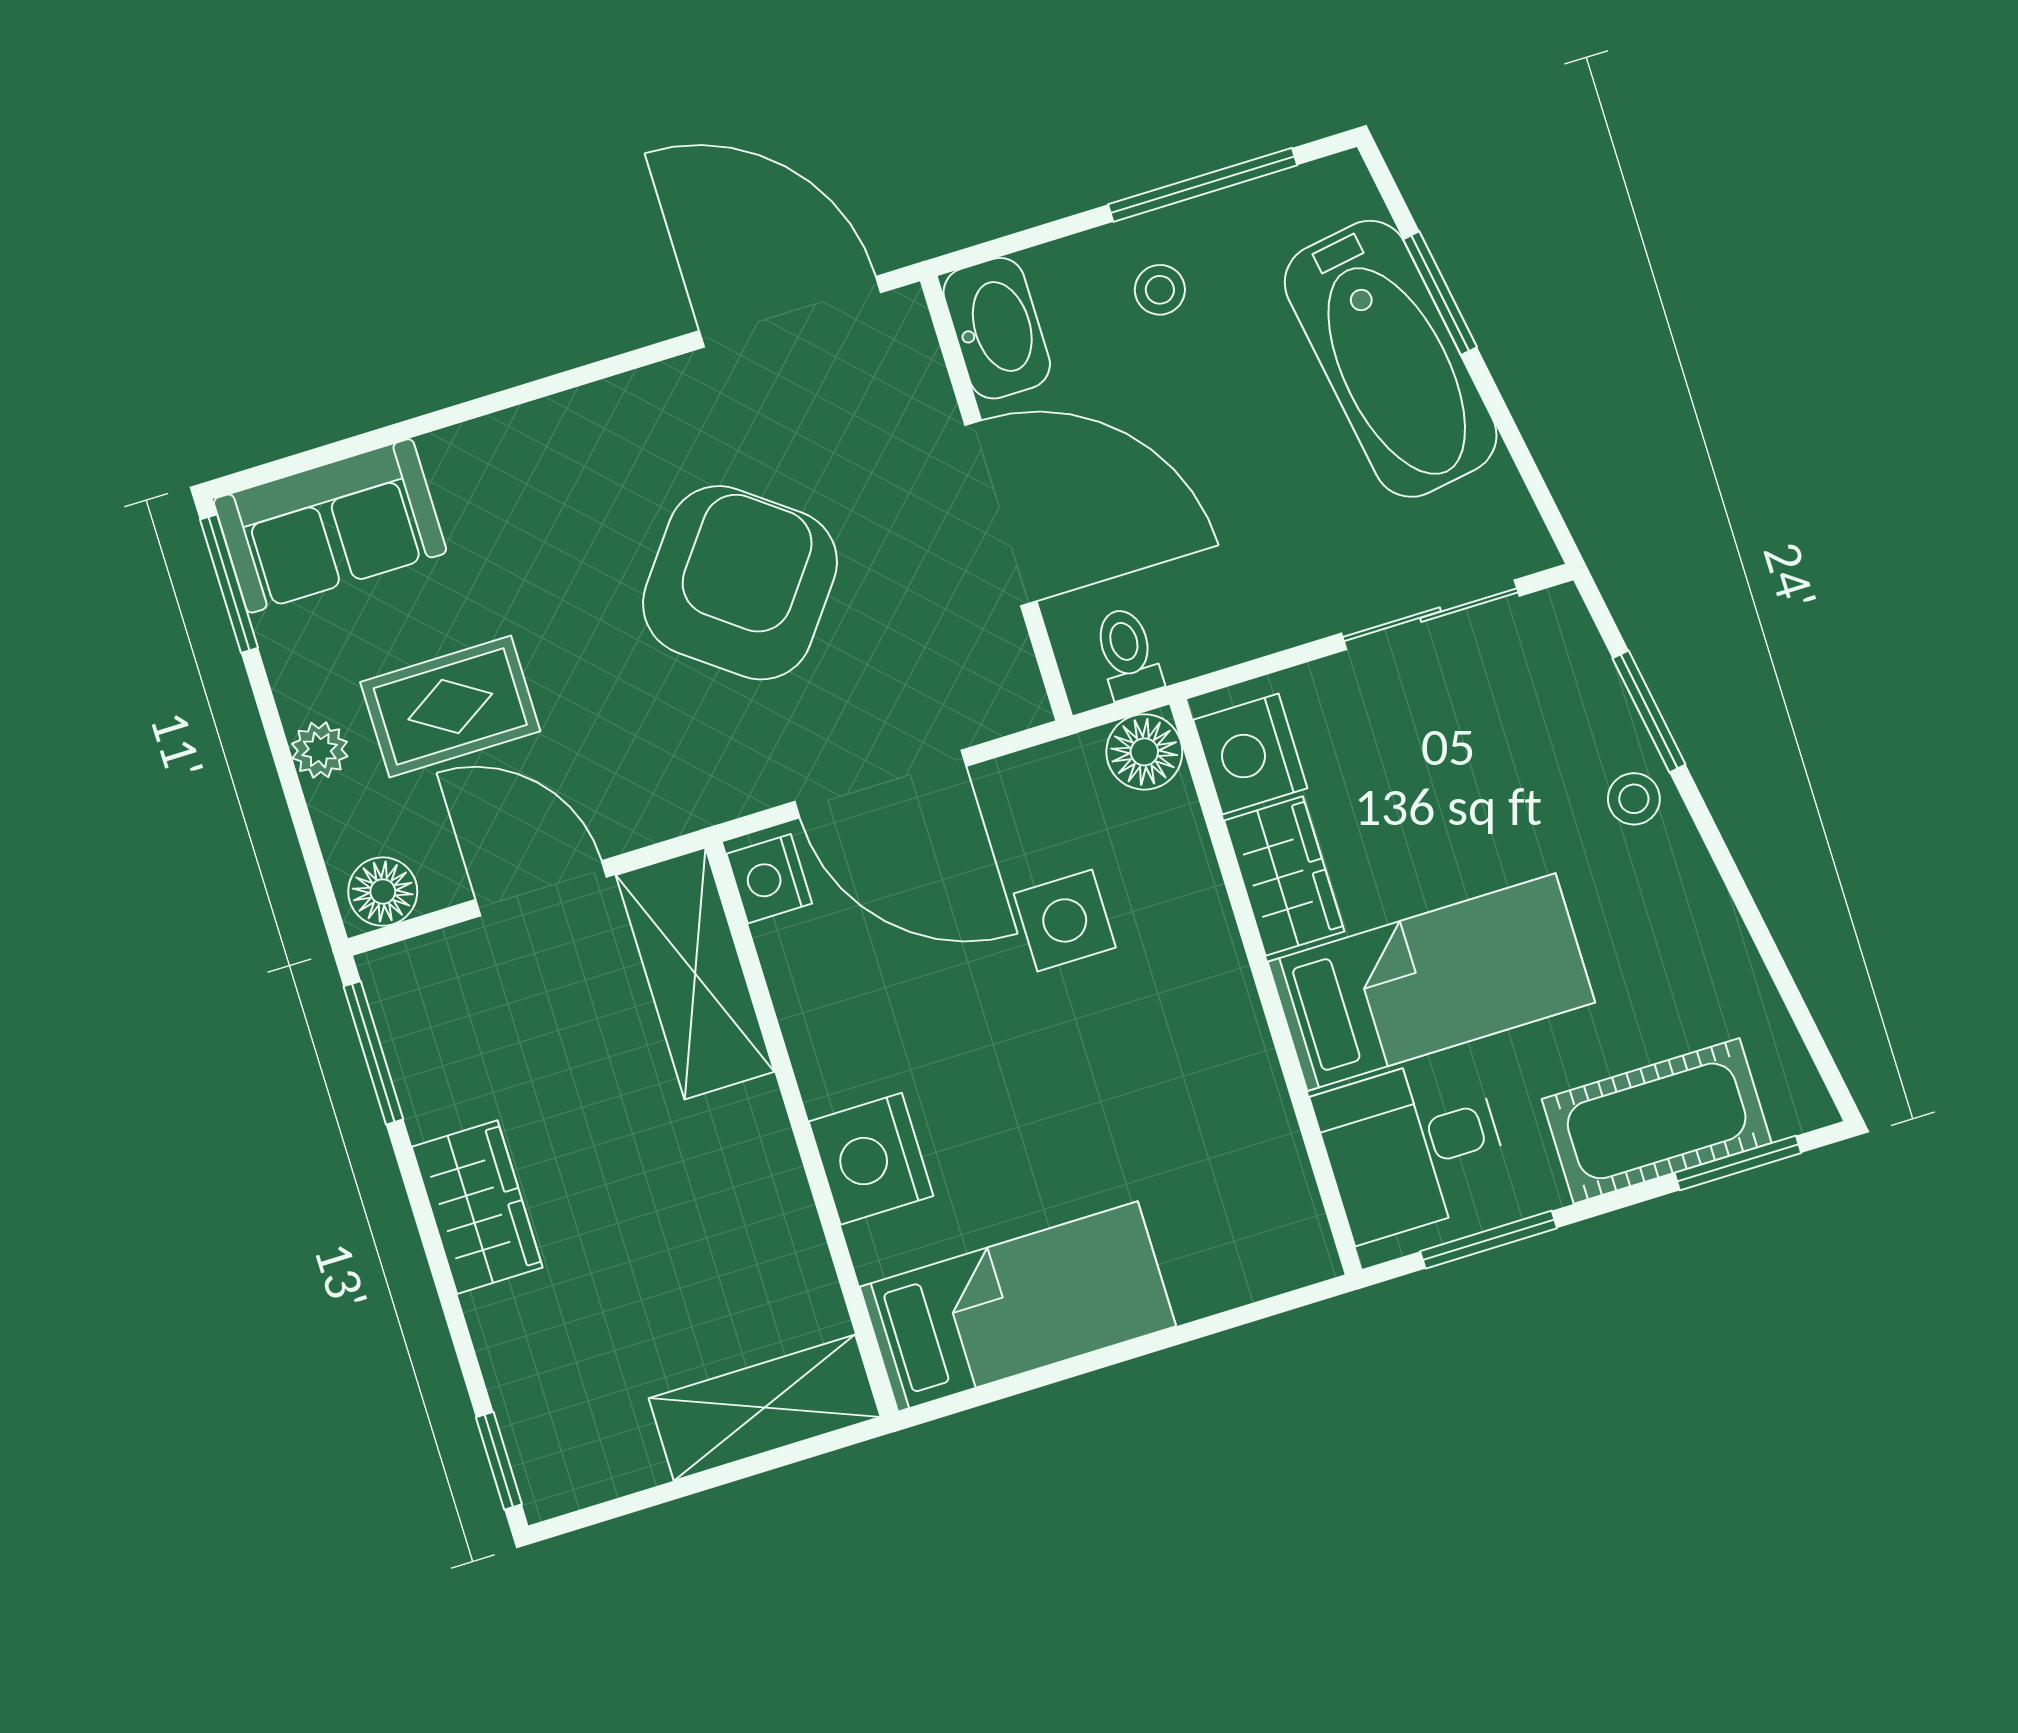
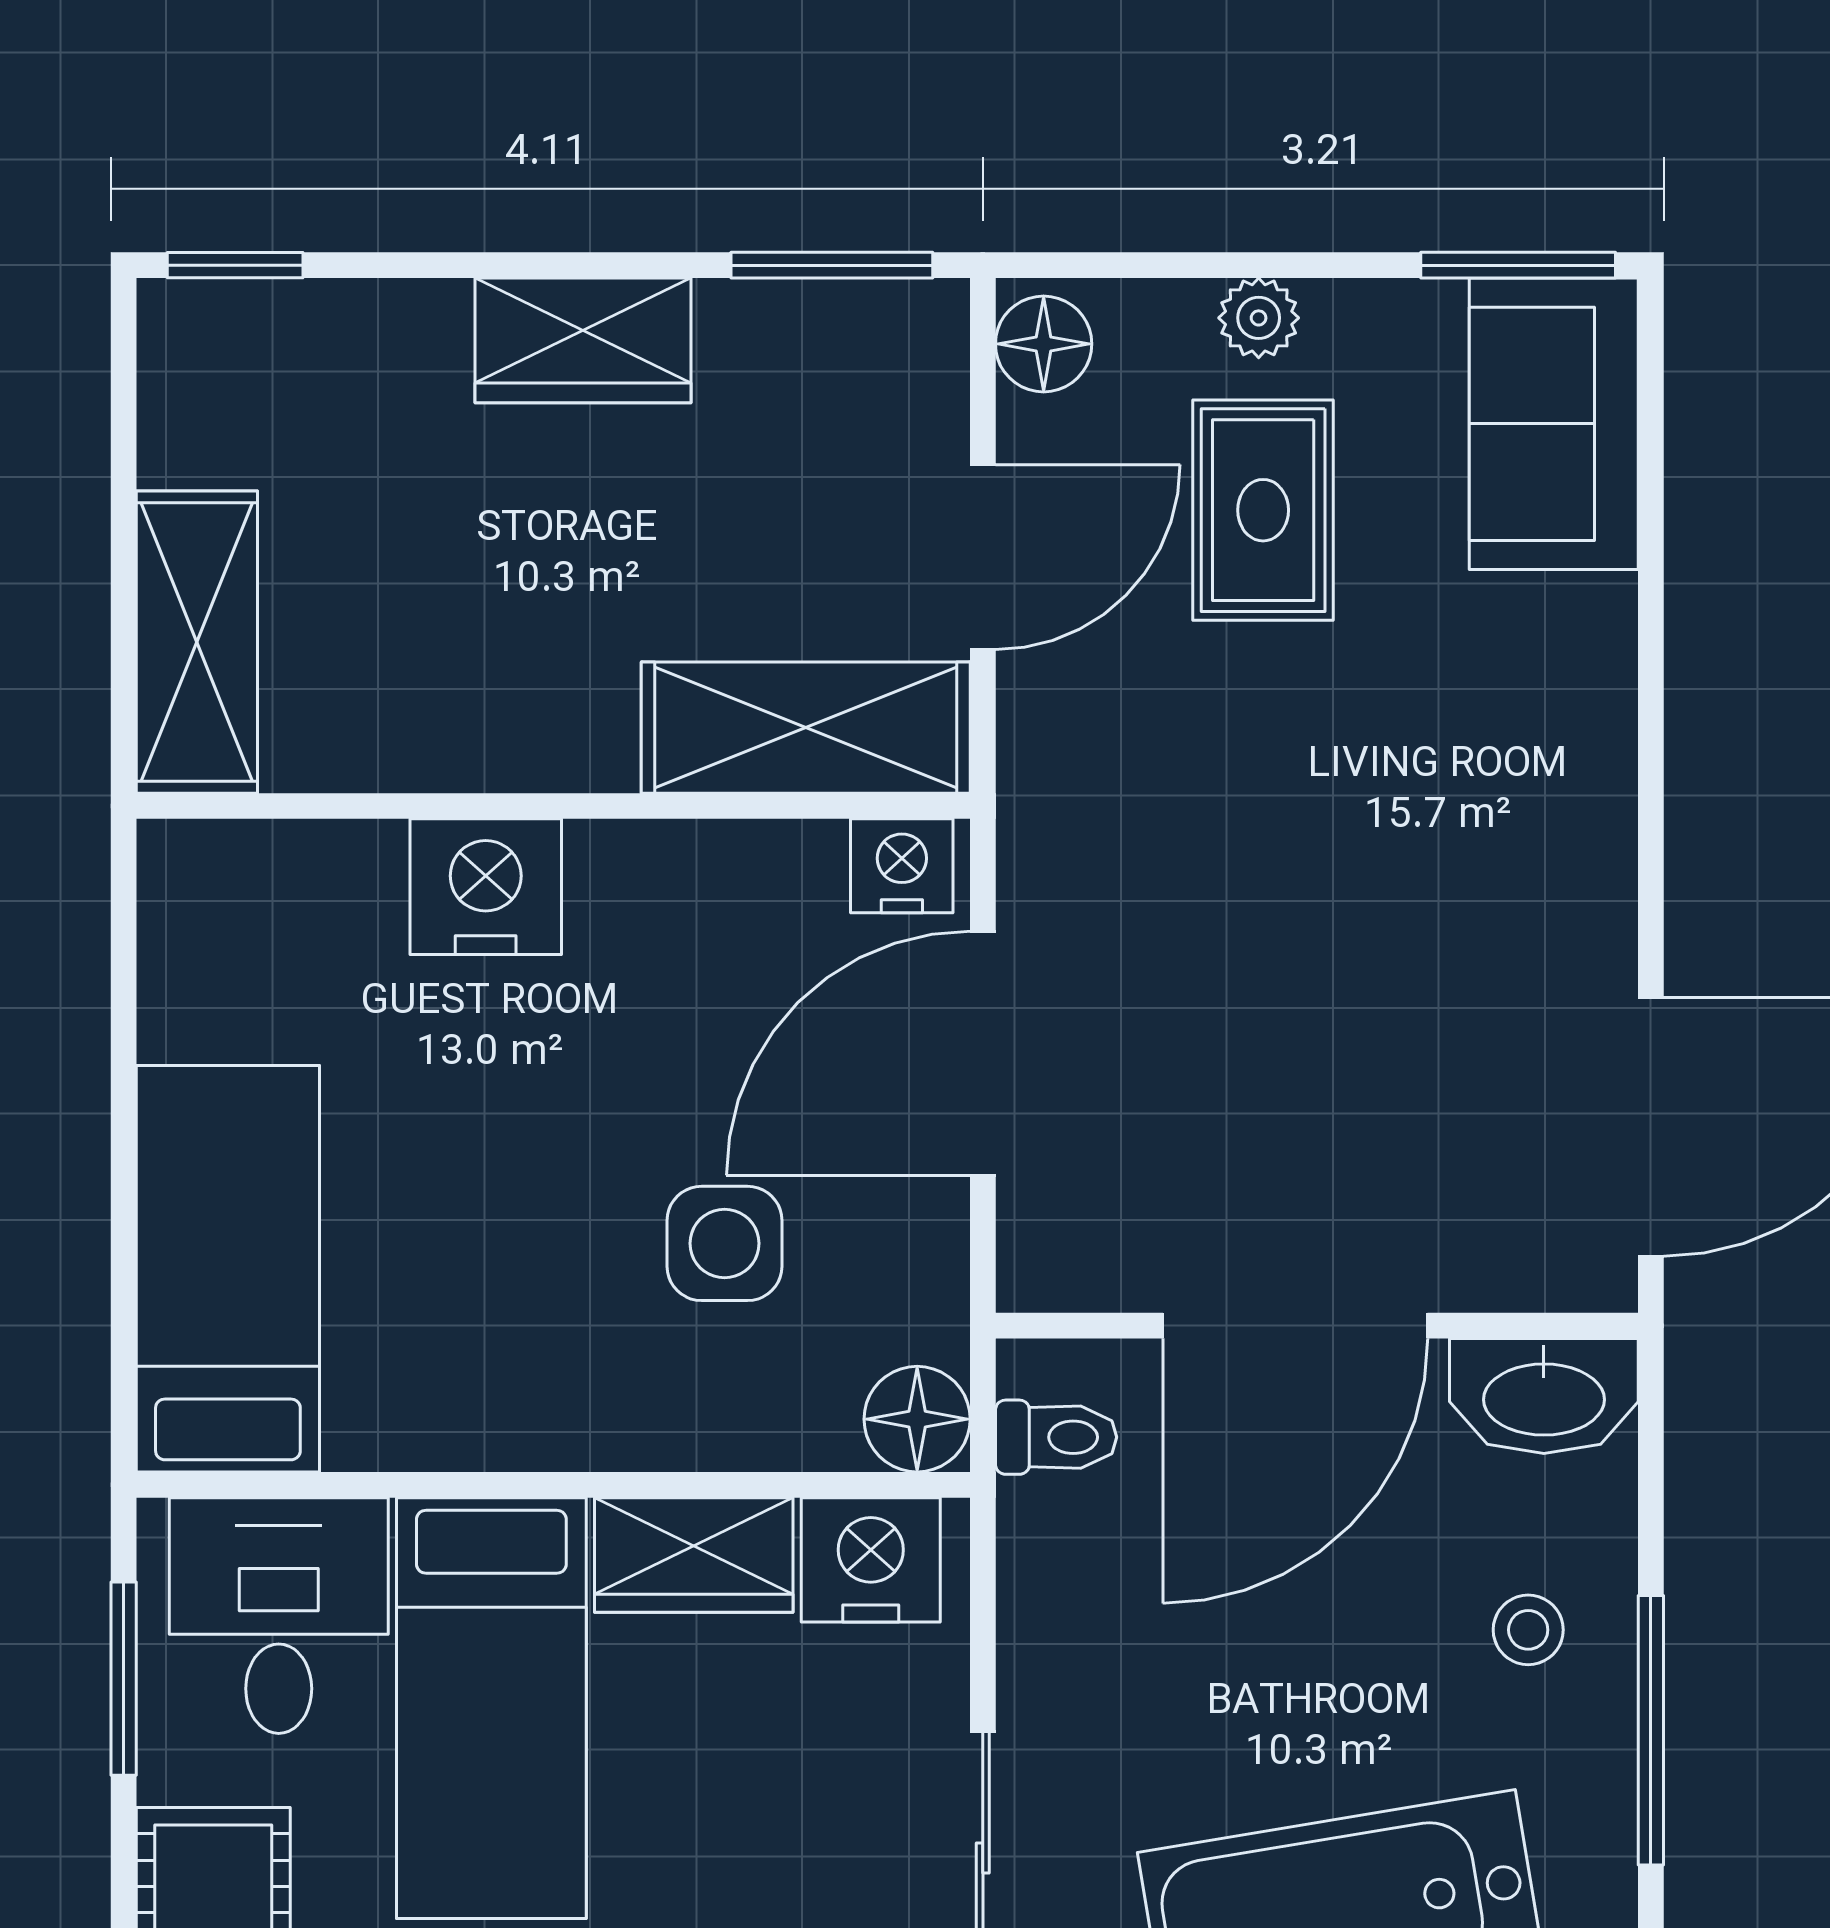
armchair: (740, 583) -> (1309, 948), removed
bed: (1018, 1307) -> (228, 1269), moved, turned 180

